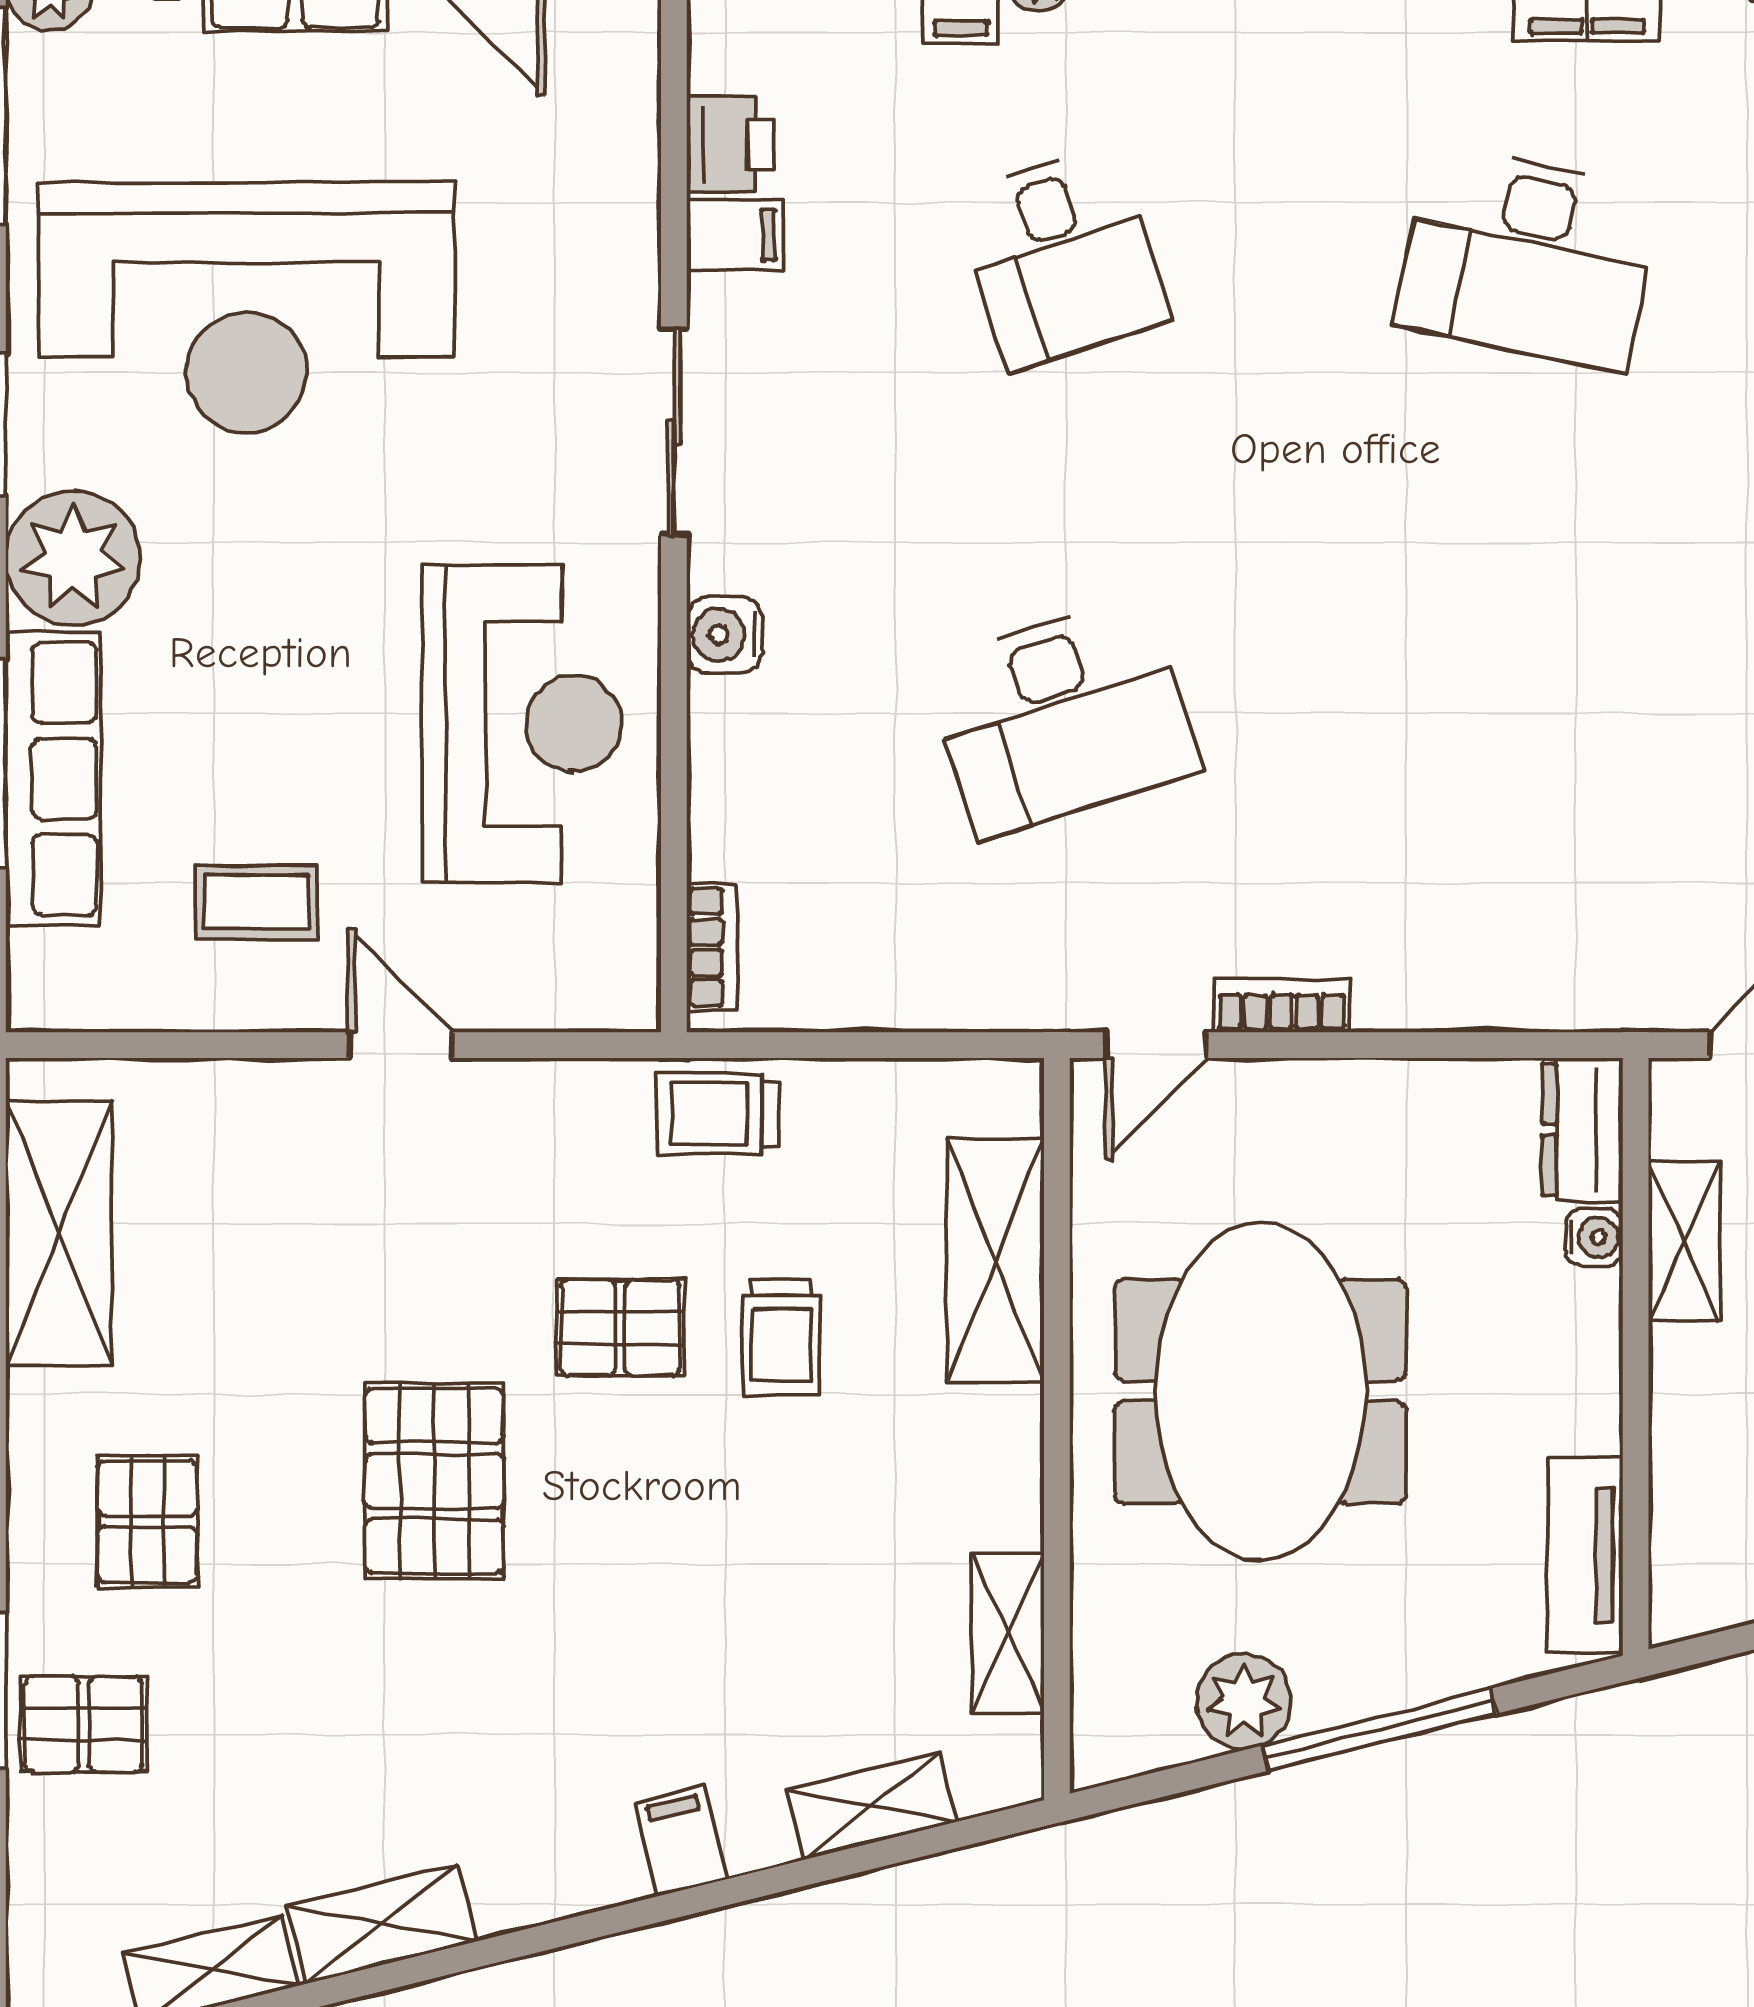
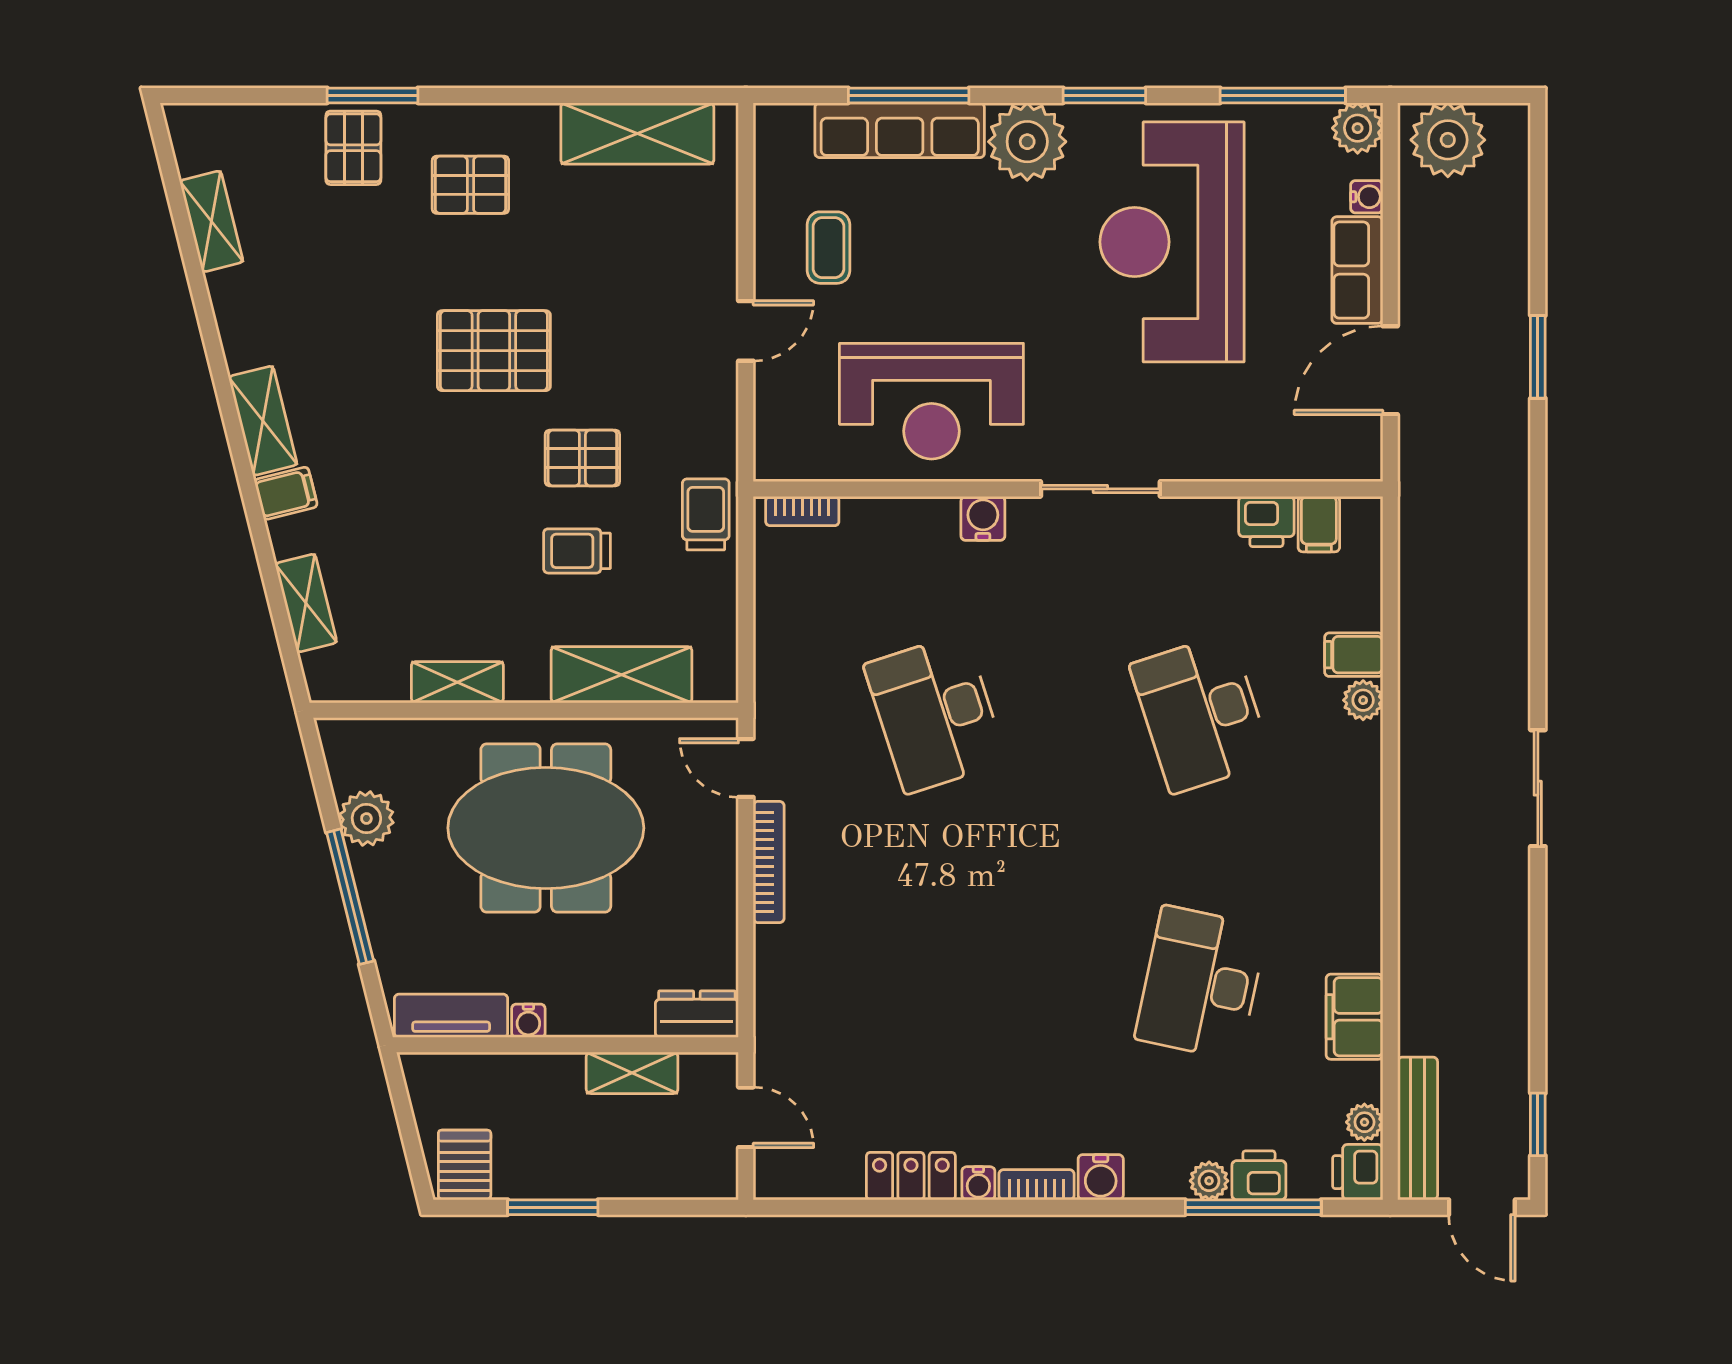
filing cabinet: (735, 235) -> (1319, 524), moved
desk: (1062, 258) -> (1201, 713), width x1.37
bookcase: (1282, 1005) -> (769, 862), width x1.56
water cooler: (1594, 1237) -> (528, 1021), moved
pallet: (620, 1328) -> (582, 458), turned 90
shelving: (1008, 1633) -> (457, 682), moved
shelving: (382, 1924) -> (263, 421), moved

